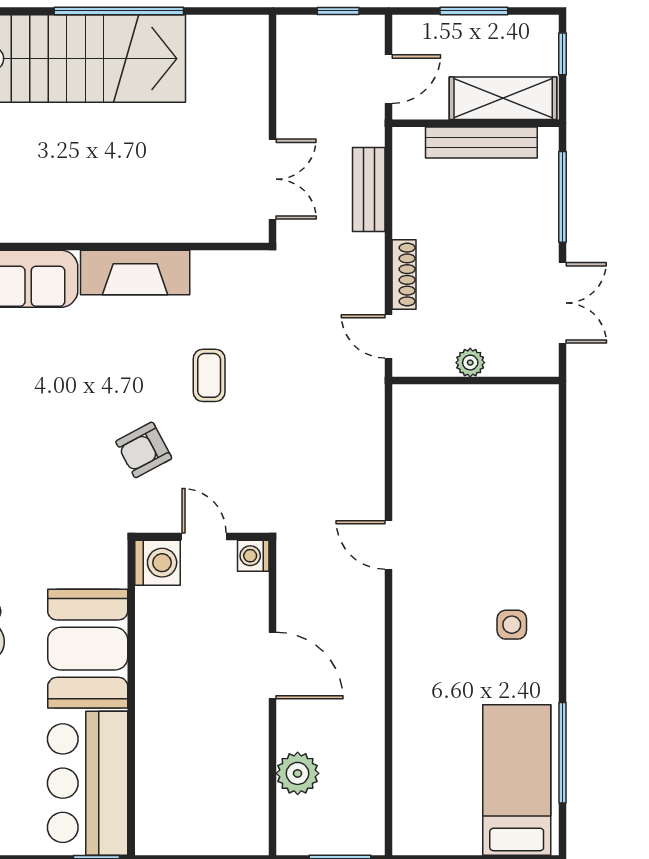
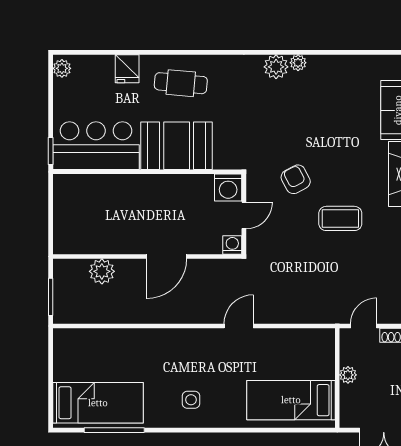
coffee table: (209, 375) -> (340, 218), width x1.36, depth x1.30
bed: (512, 458) -> (291, 400), added

